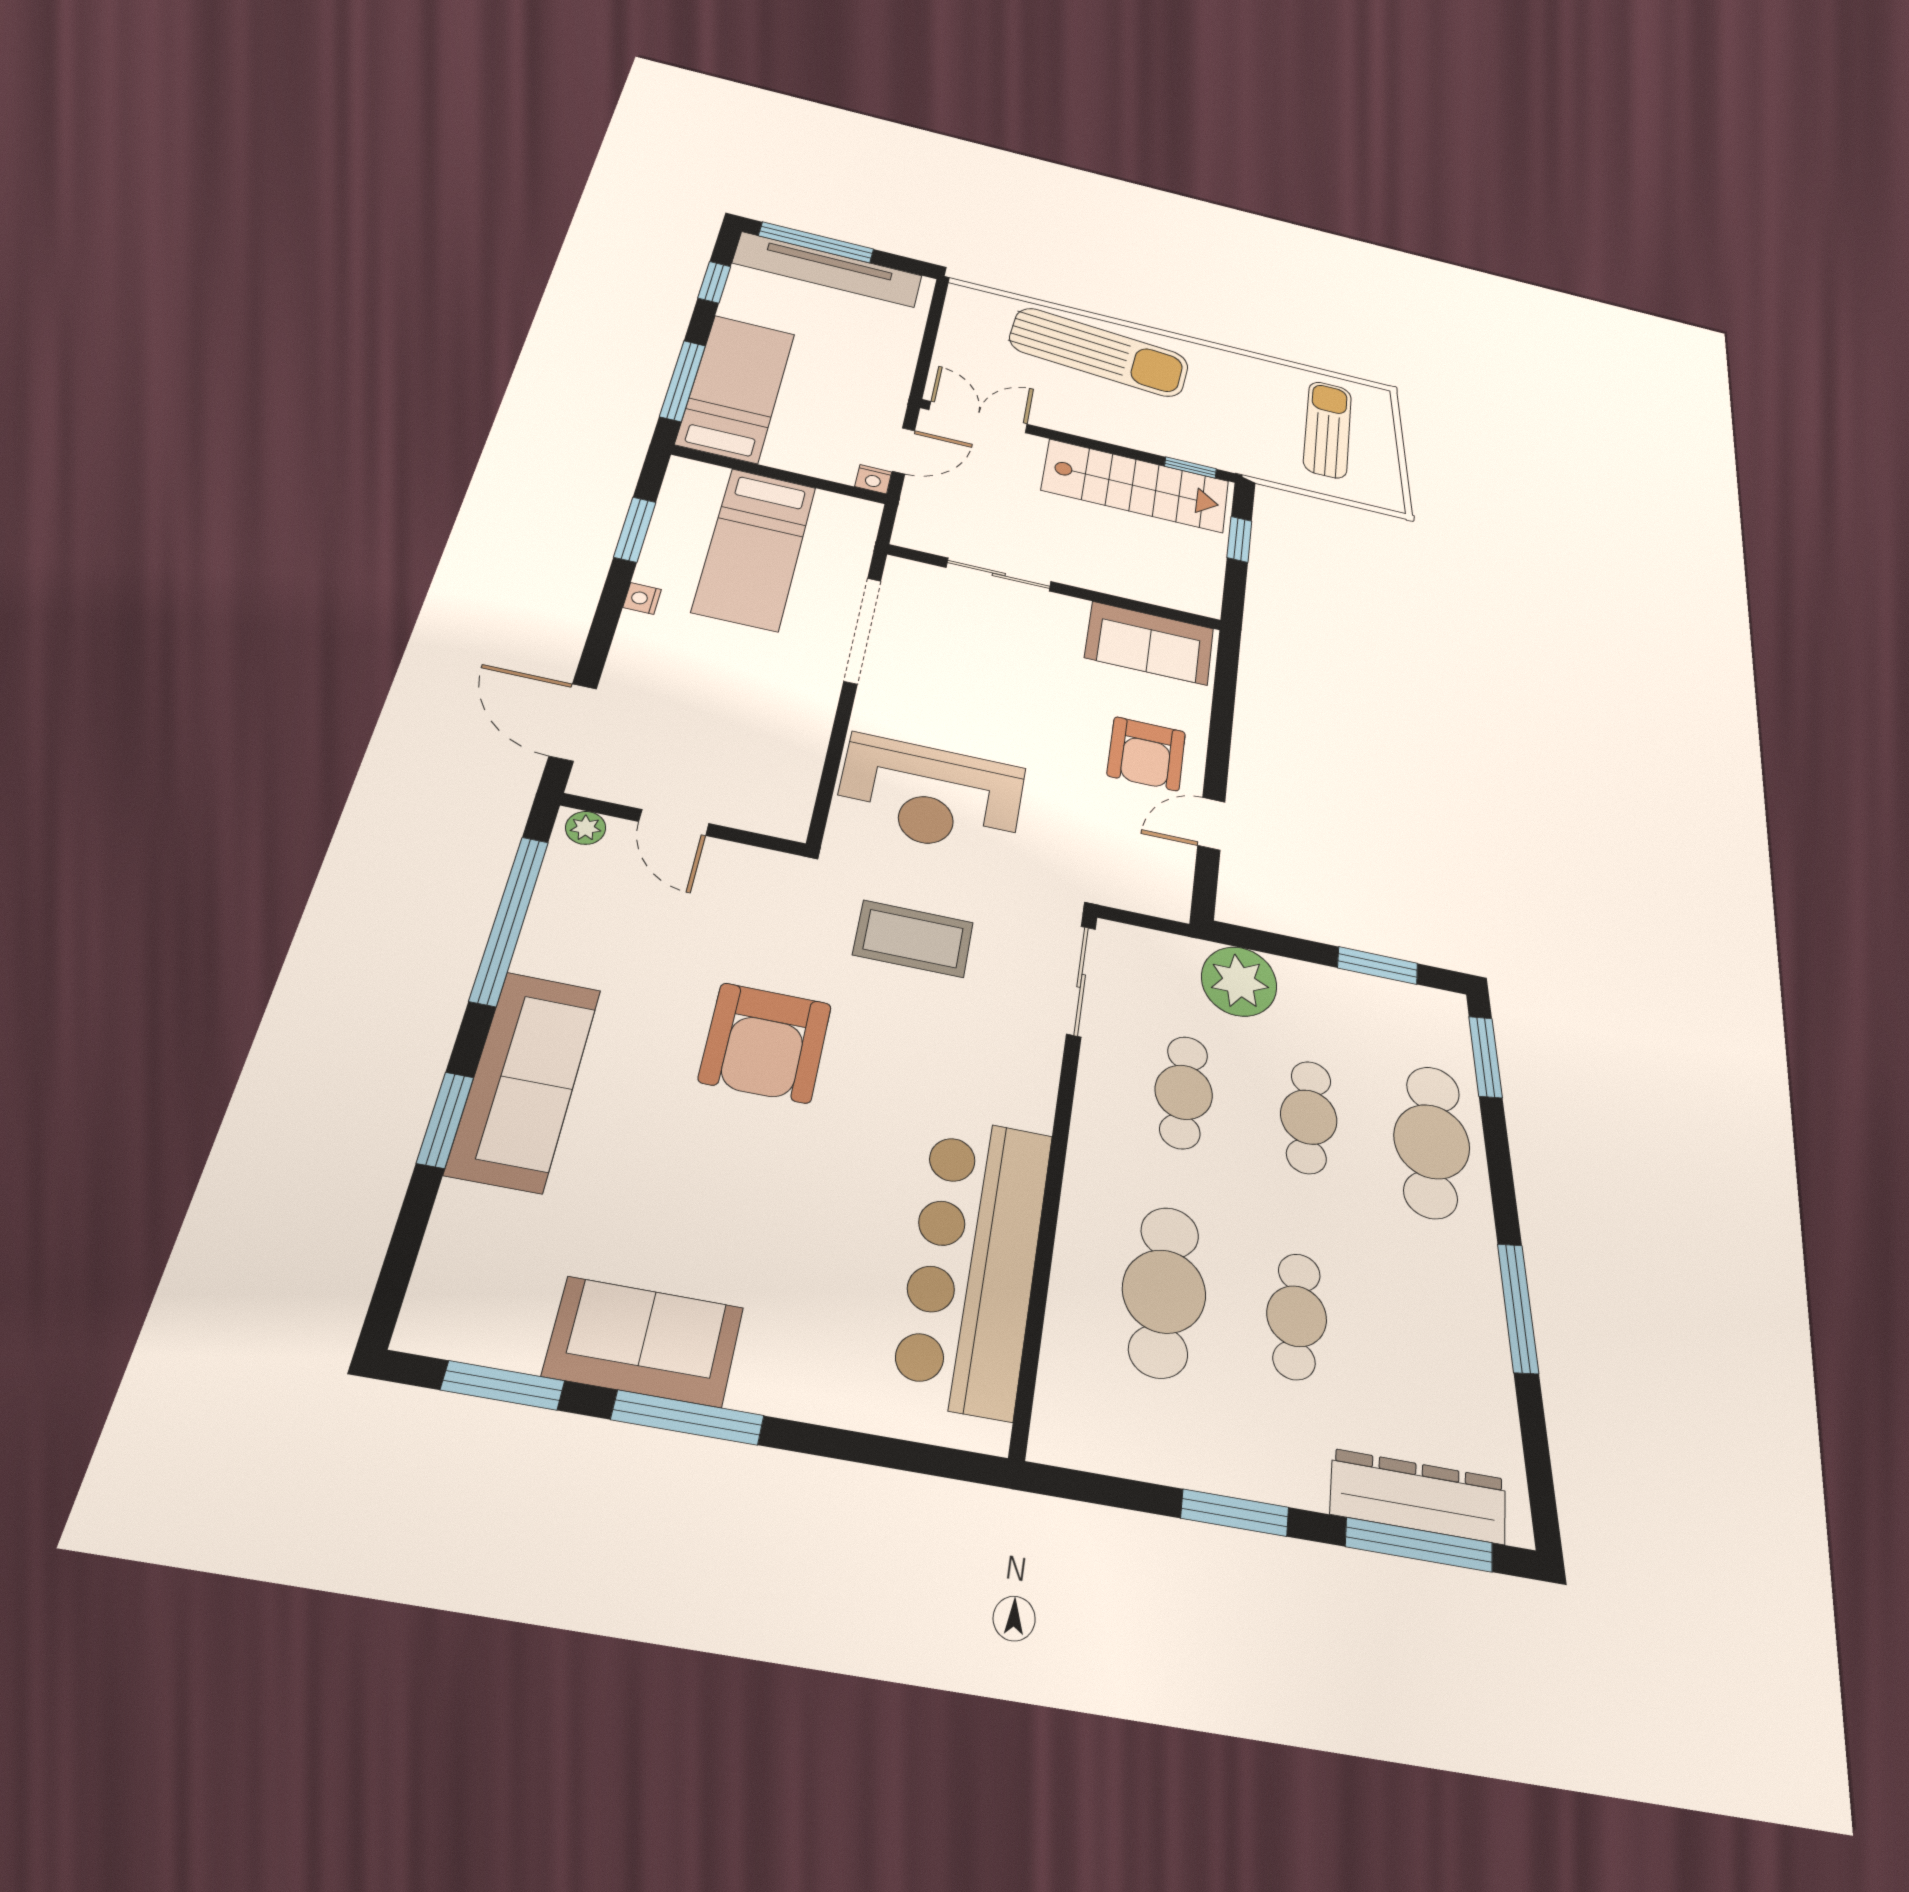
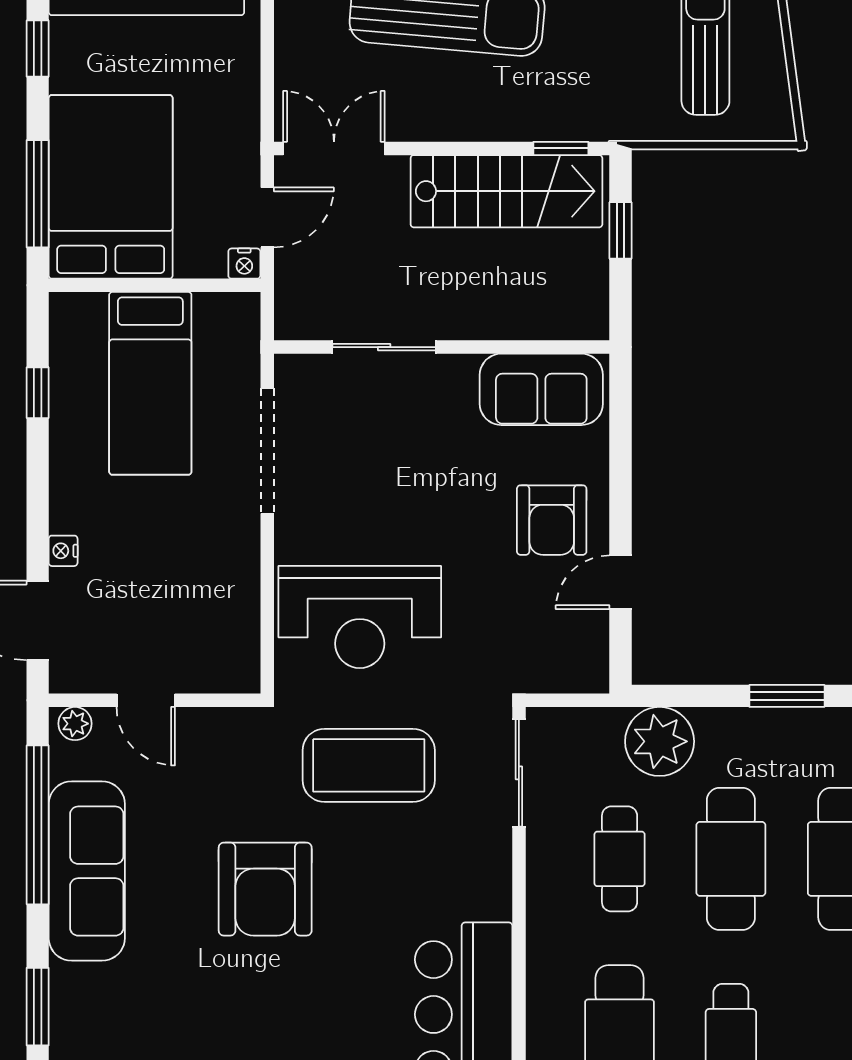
bed: (736, 388) -> (111, 187), width x1.50
window: (635, 529) -> (38, 393), width x0.67
nightstand: (642, 598) -> (63, 551), moved
coffee table: (913, 939) -> (369, 765), width x1.36, depth x1.32
sofa: (524, 1080) -> (87, 871), moved
cafe table: (1309, 1117) -> (731, 859), width x1.37, depth x1.35

